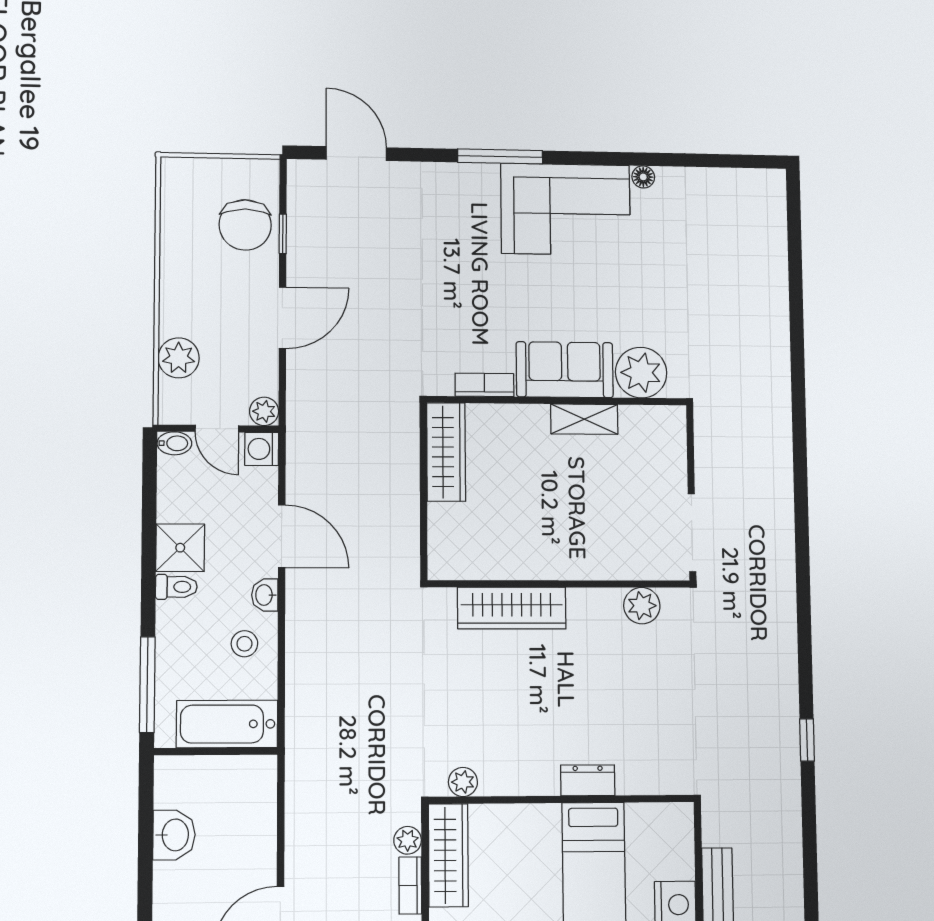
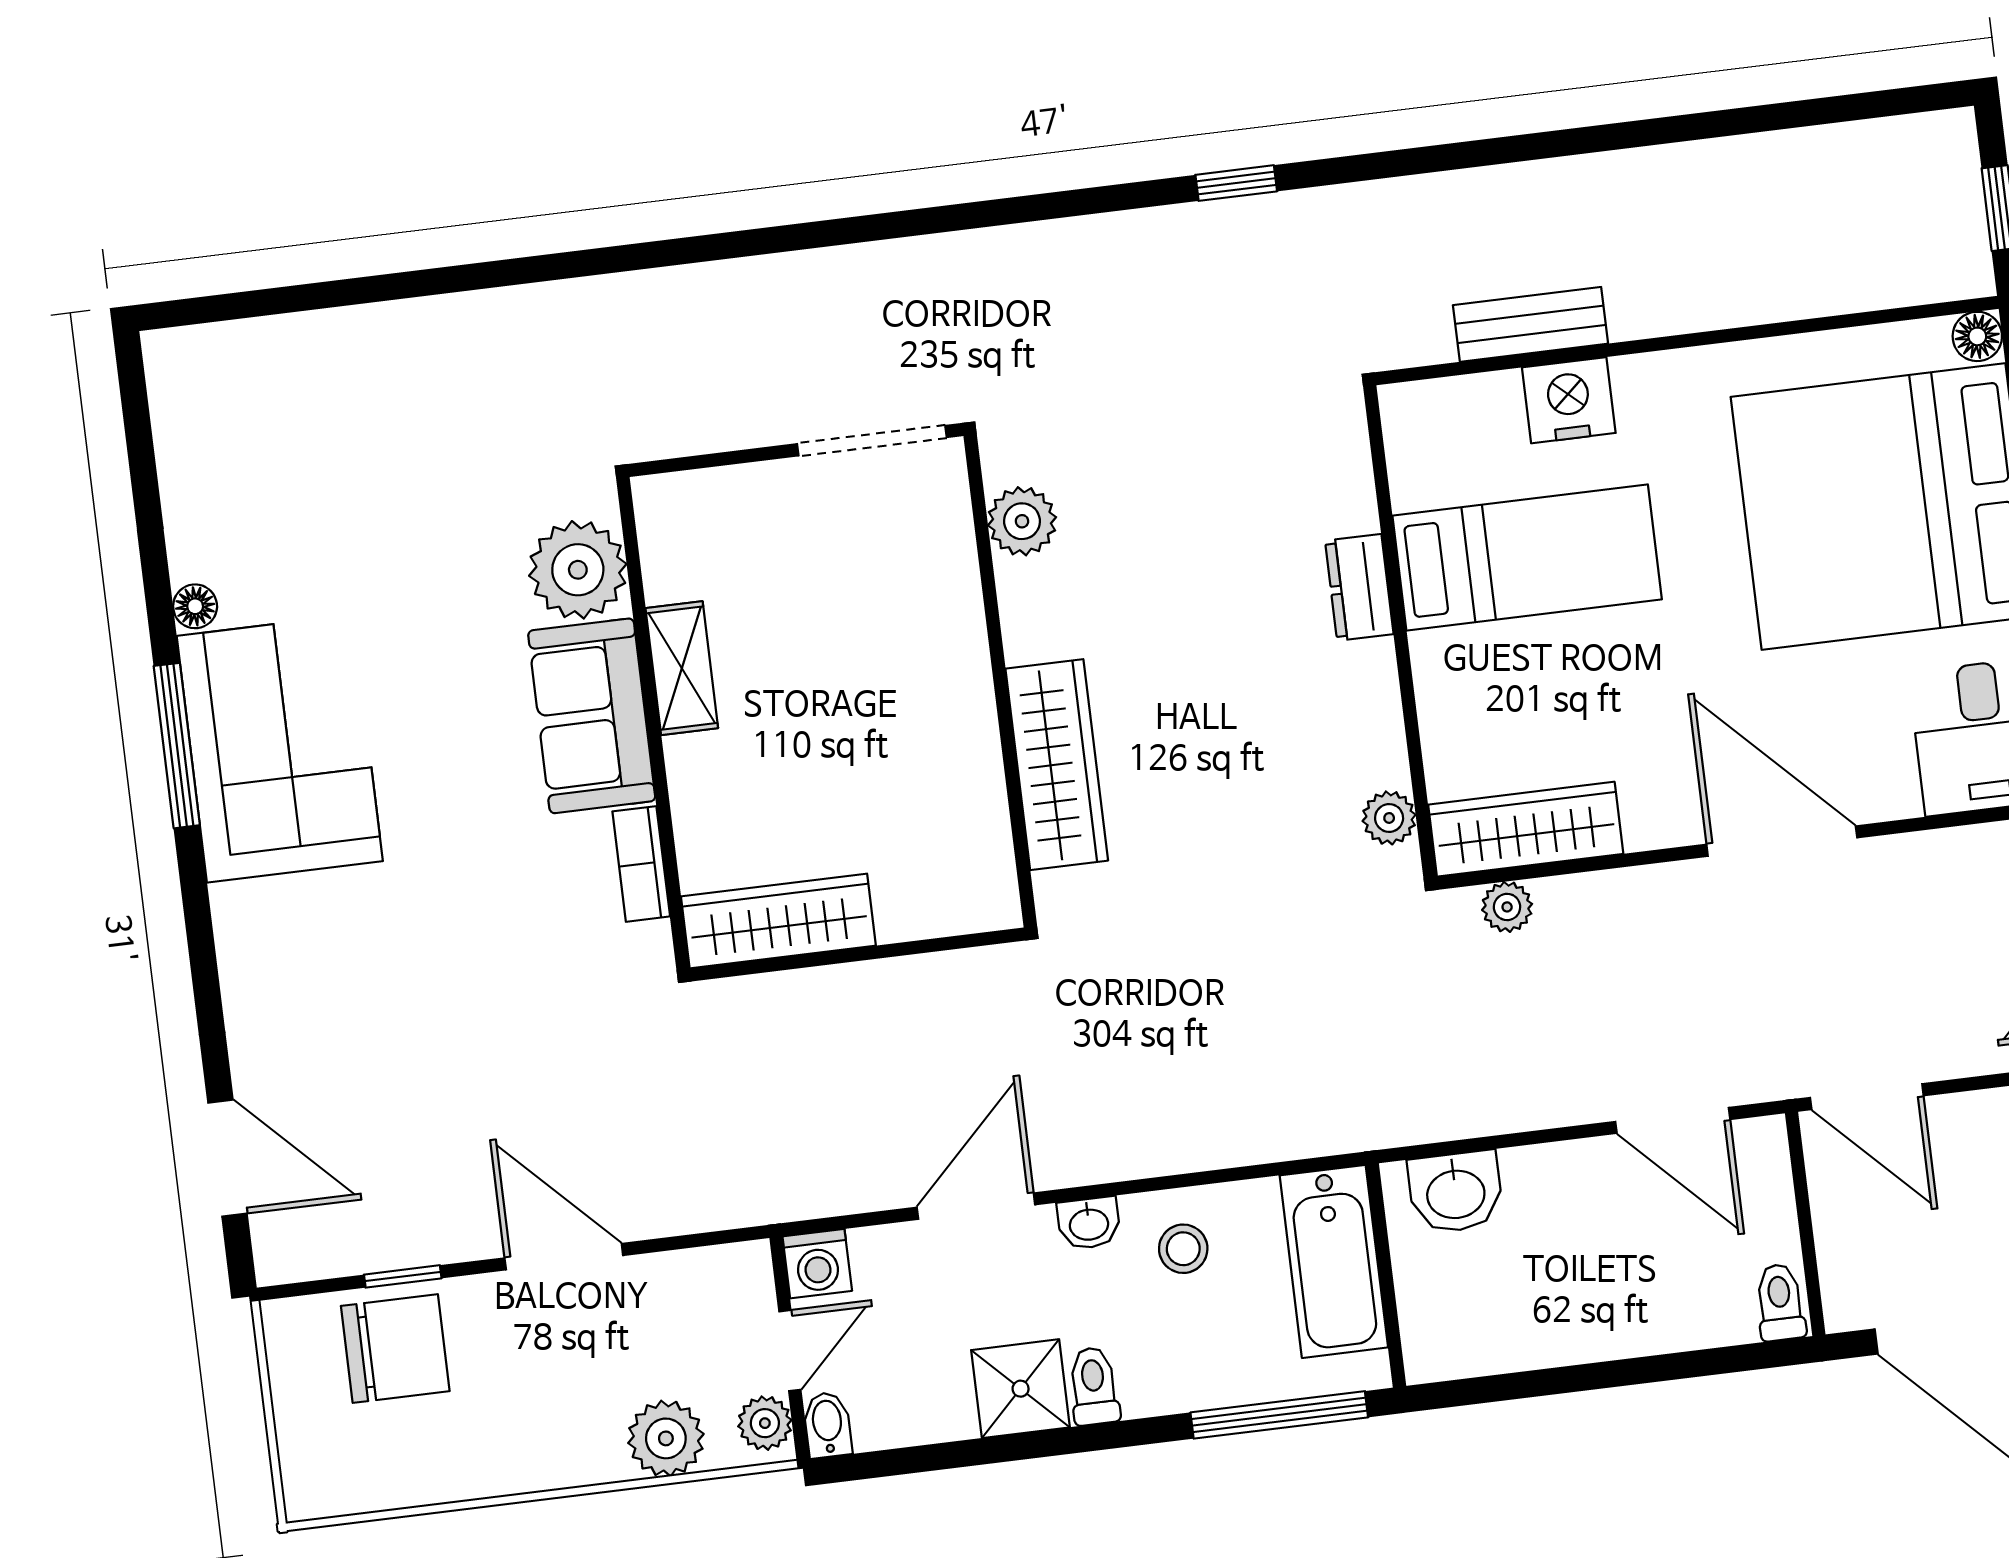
door: (356, 154) -> (227, 1158), swing flipped
window: (500, 156) -> (177, 746), moved
plant: (264, 411) -> (765, 1423), moved
washbasin: (174, 835) -> (1456, 1192), moved, turned 180
bookcase: (410, 885) -> (1588, 892), removed

